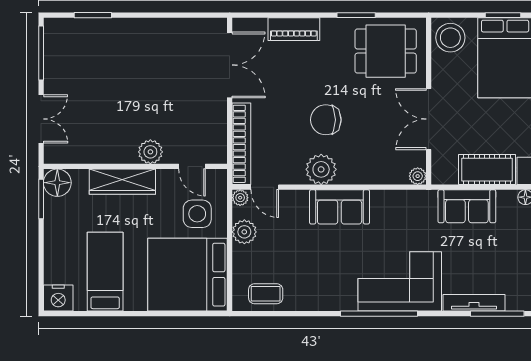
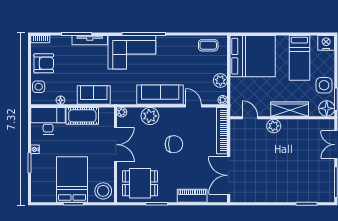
plant: (321, 169) -> (150, 116), moved
door: (265, 187) -> (193, 106), moved
sofa: (340, 207) -> (160, 95), width x1.36
side table: (197, 214) -> (324, 85), moved

